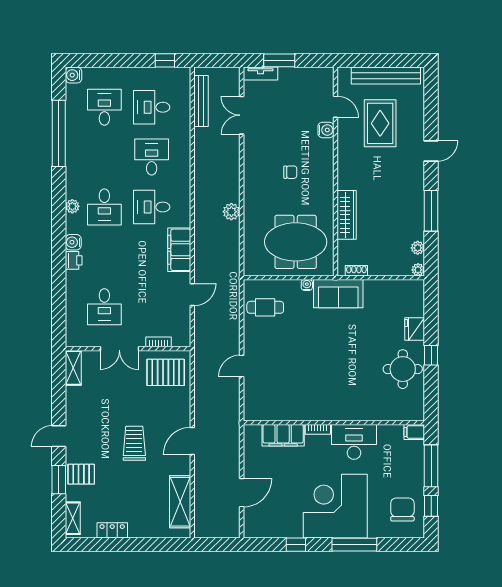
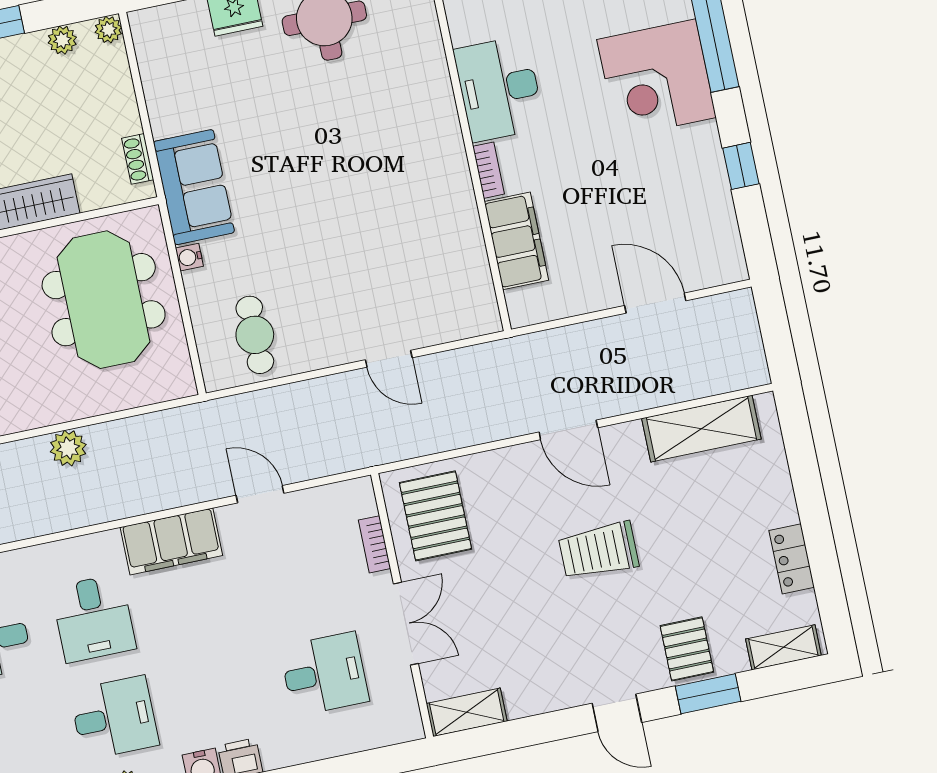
corner desk: (335, 506) -> (657, 79), width x0.74, depth x0.74

